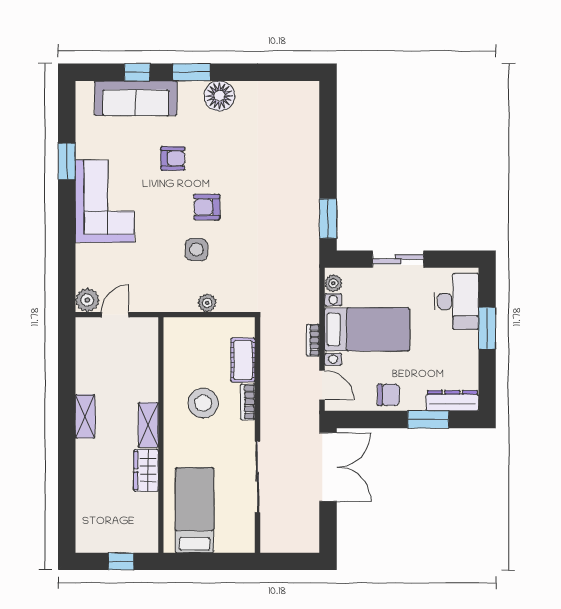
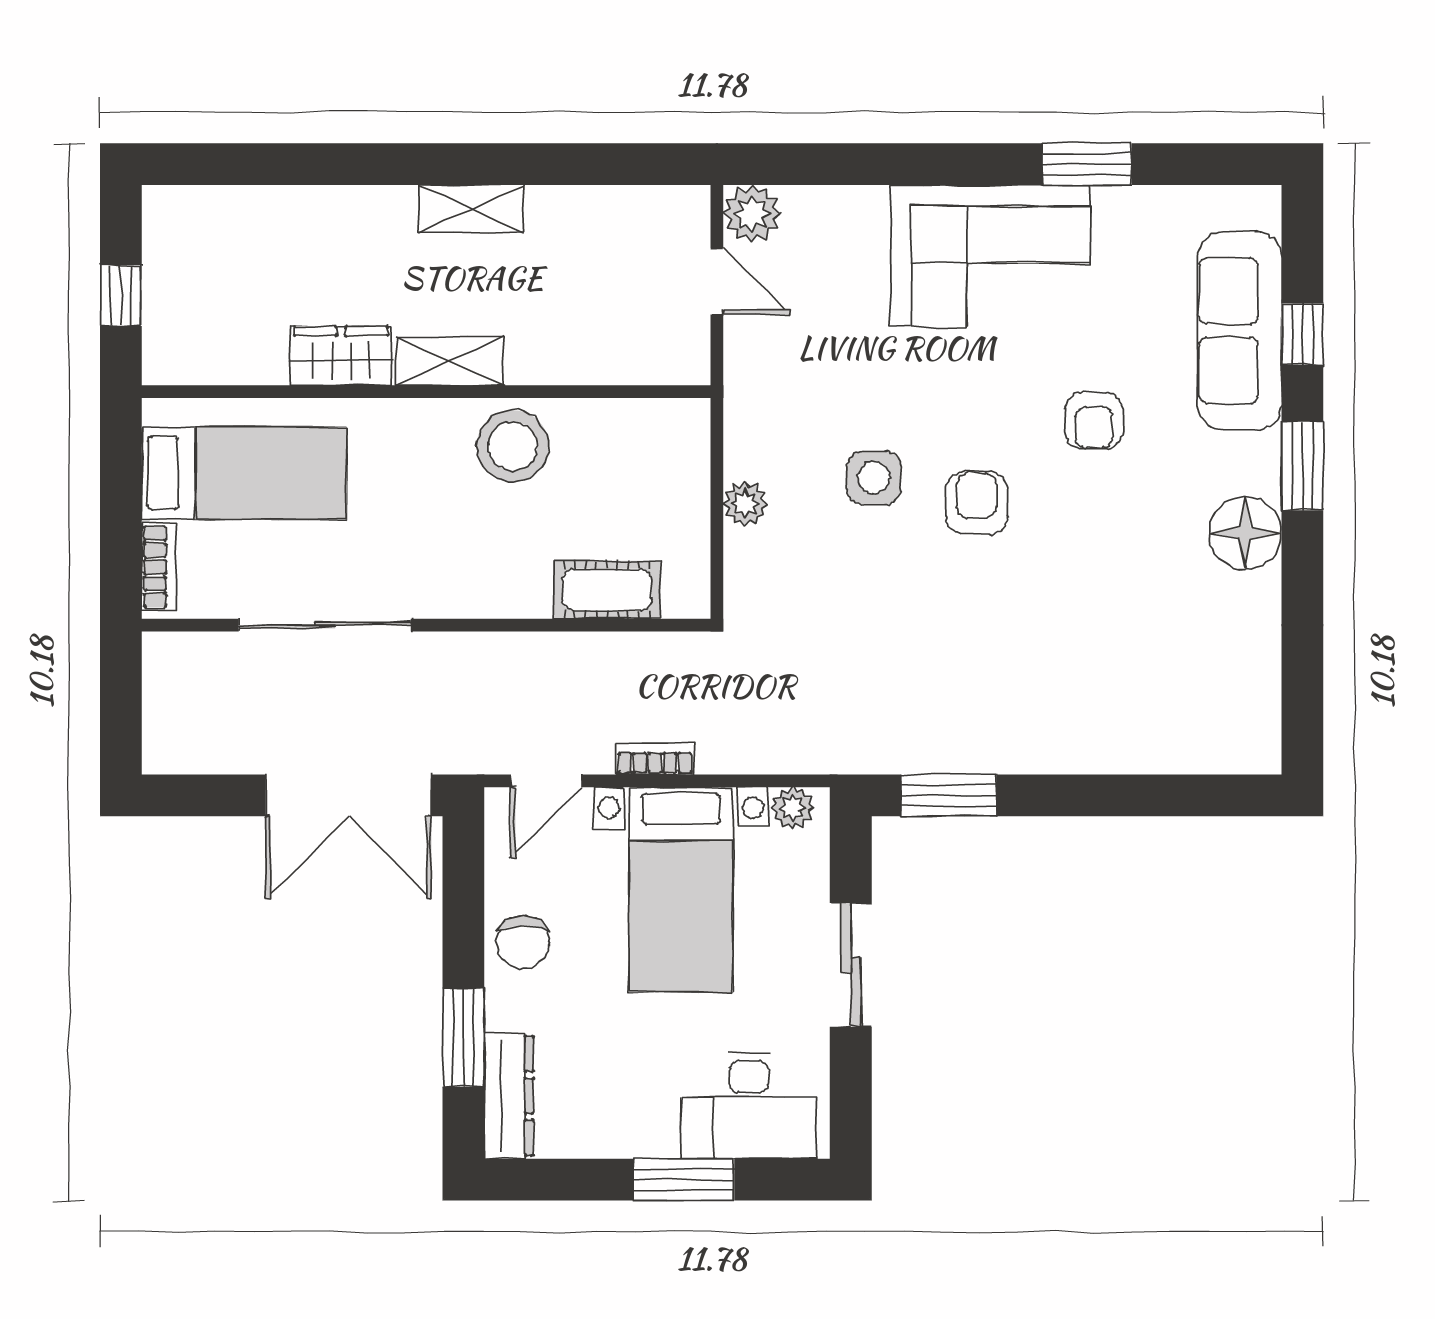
bookcase: (248, 402) -> (159, 567), moved, turned 90
stool: (203, 403) -> (513, 446), moved

